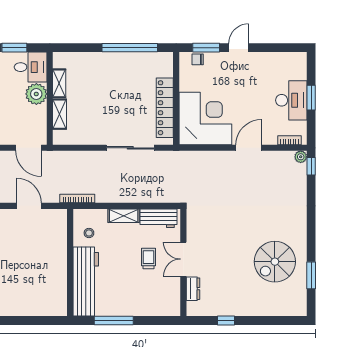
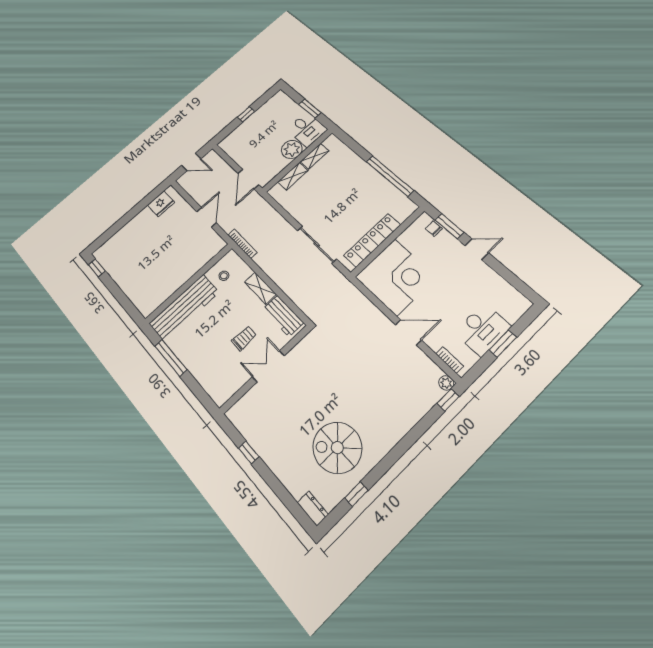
window: (311, 275) -> (356, 494), width x0.67
dresser: (193, 289) -> (313, 509), moved, turned -90

